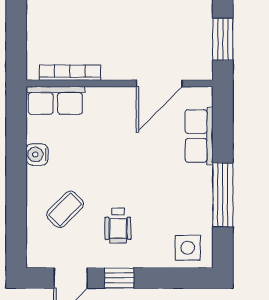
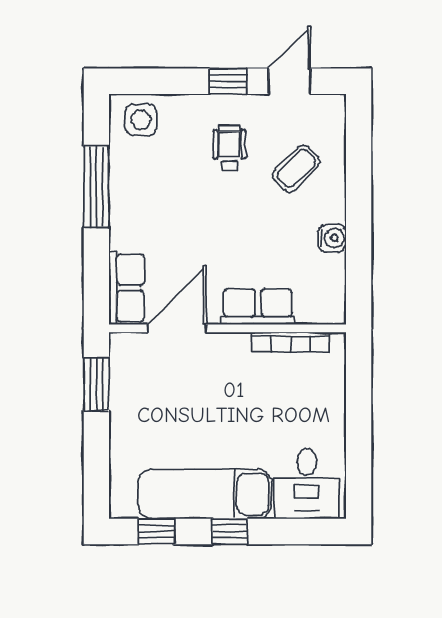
row of seats: (55, 100) -> (258, 307), moved
row of seats: (199, 136) -> (127, 288), moved

